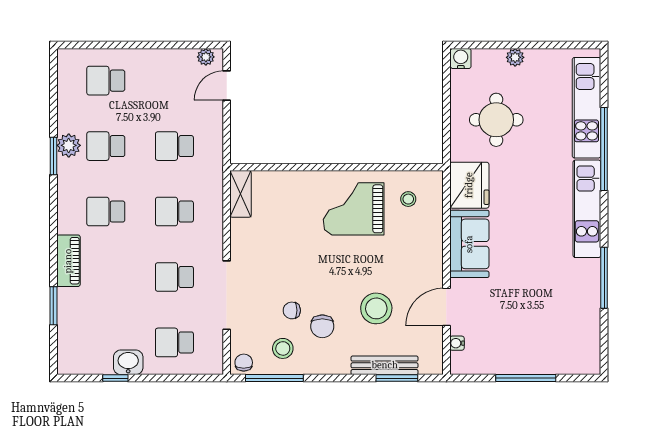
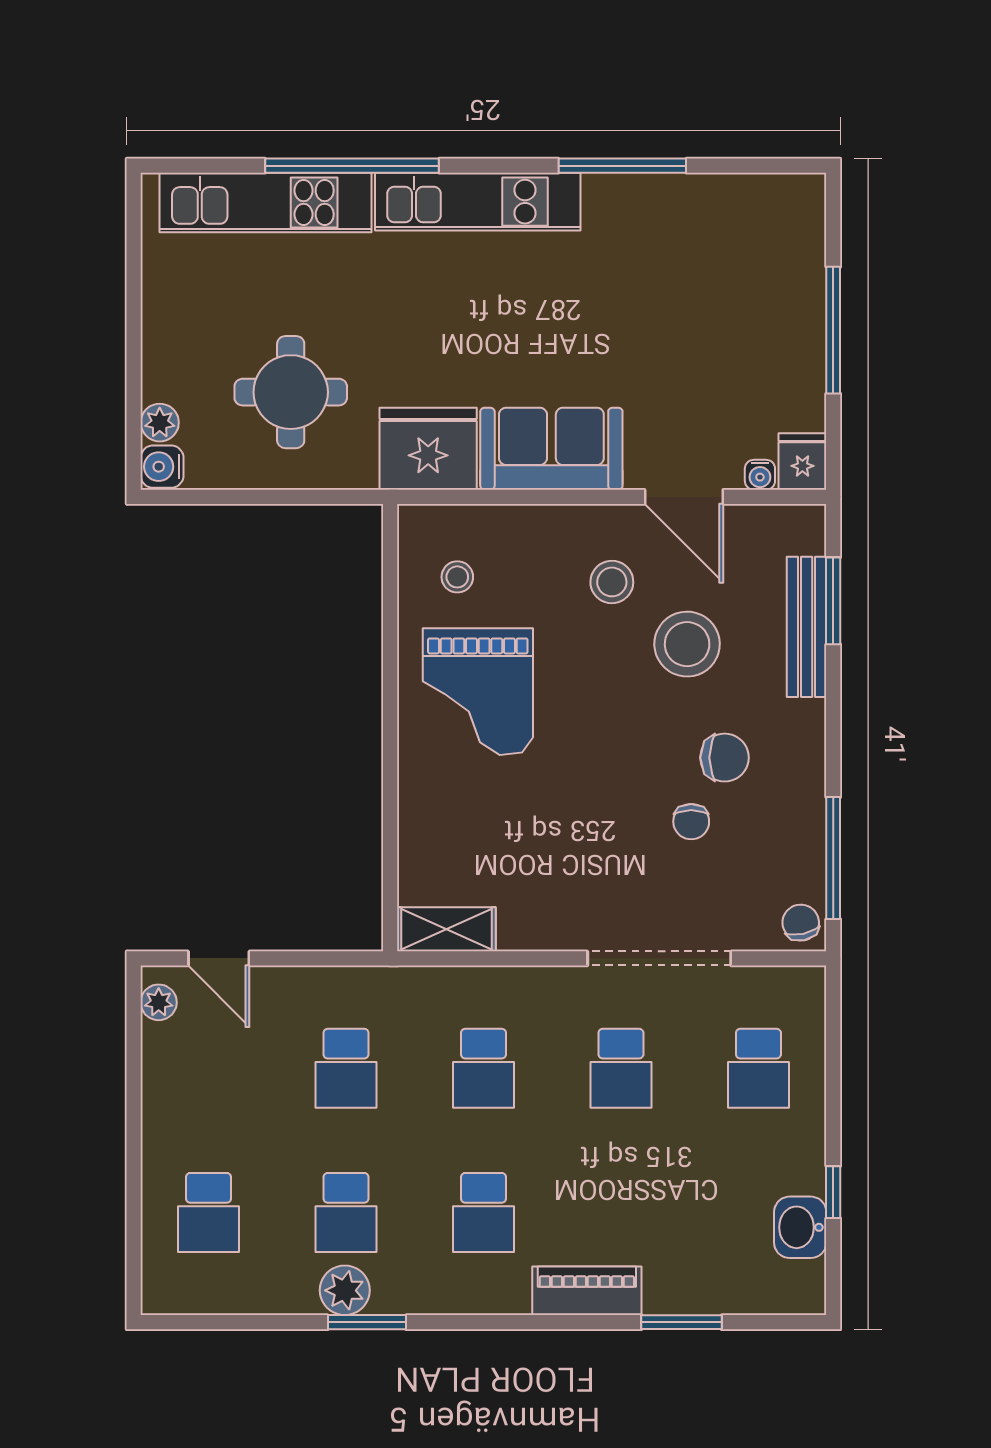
plant: (515, 57) -> (160, 423), moved
stool: (283, 348) -> (612, 582), moved
washbasin: (128, 362) -> (800, 1227), moved
chair: (244, 363) -> (801, 923), turned 78
fridge: (463, 363) -> (802, 461), added

